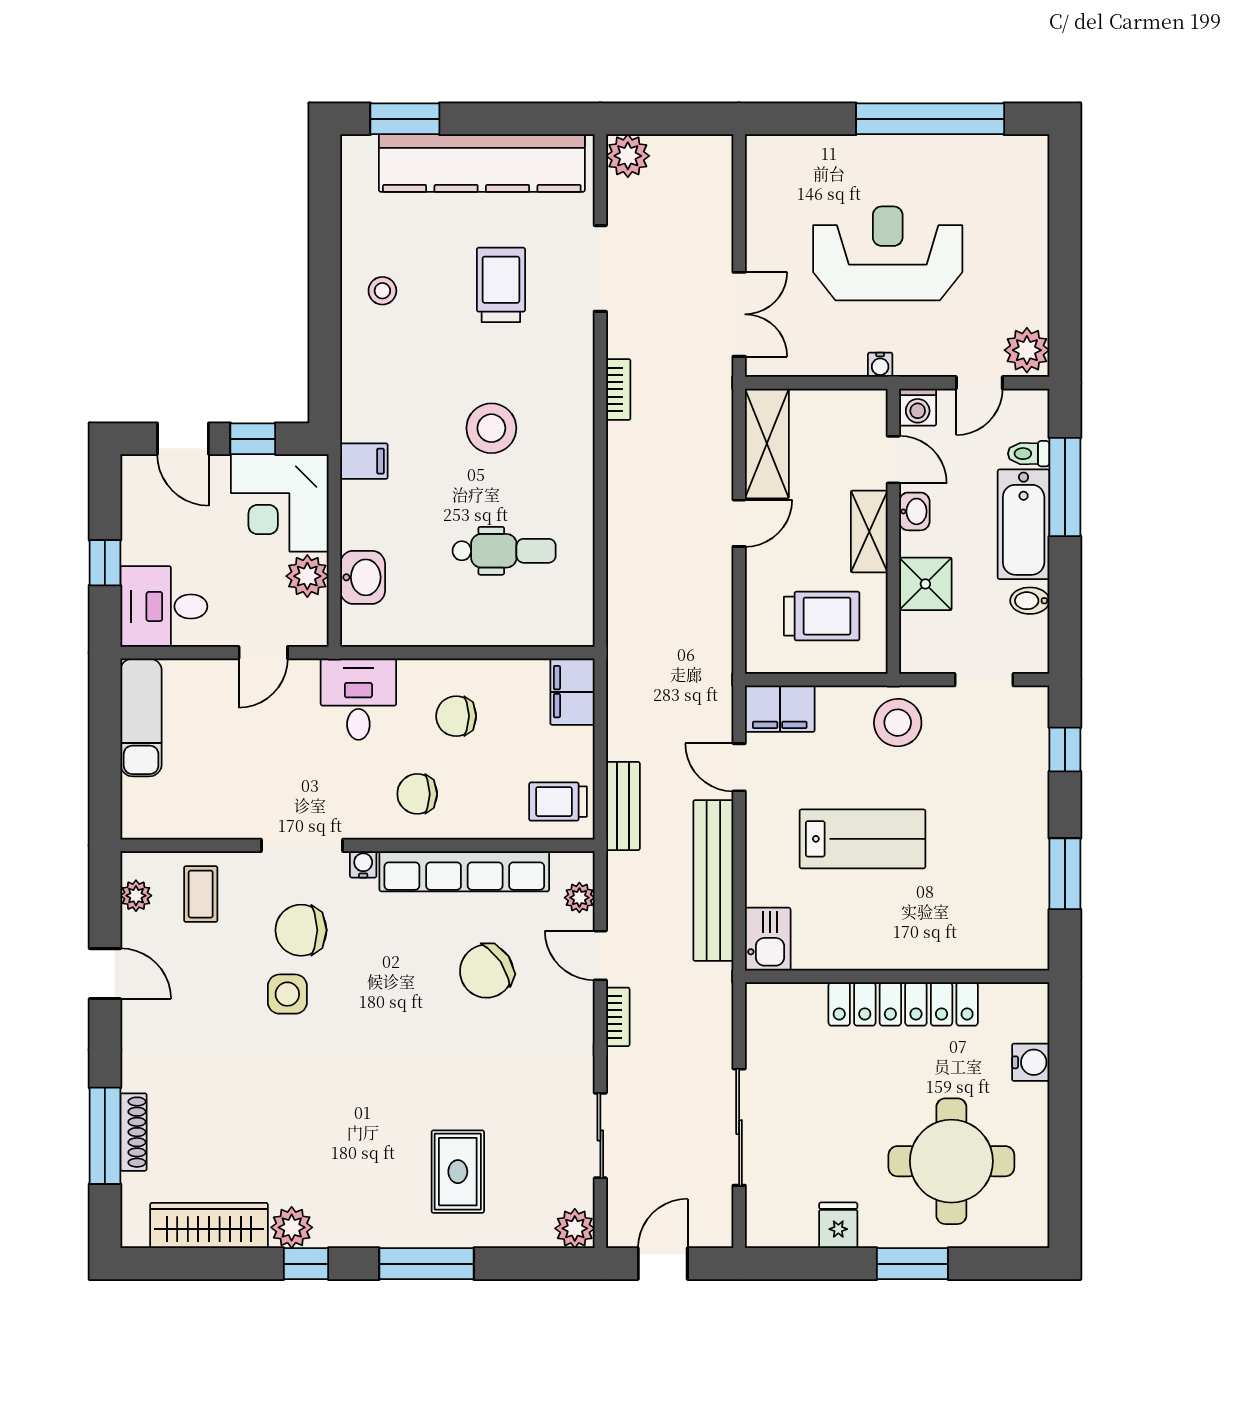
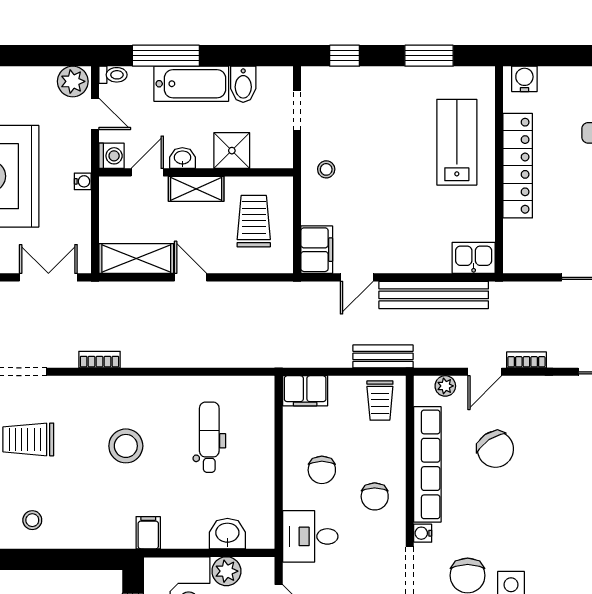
toilet: (1029, 454) -> (113, 75), moved, turned -90
bidet: (1030, 601) -> (243, 84), width x1.38, depth x1.36
stool: (898, 723) -> (326, 169), width x0.53, depth x0.53
lab bench: (862, 839) -> (457, 142), moved
water cooler: (1031, 1062) -> (524, 79), moved

